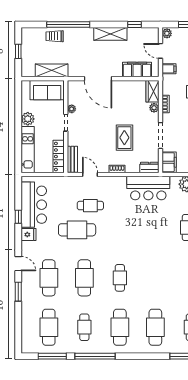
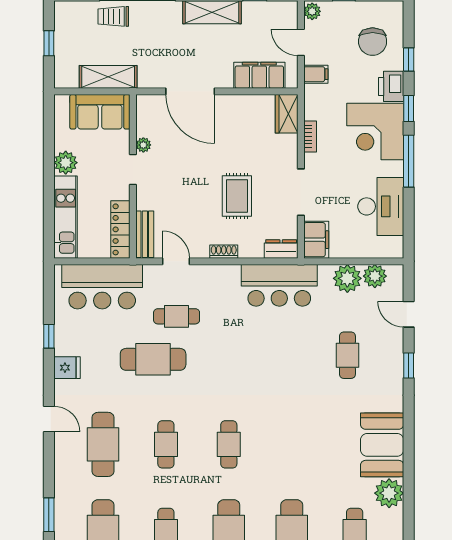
plant: (154, 108) -> (289, 143), removed
bar counter: (34, 205) -> (102, 287), moved, turned 90
cafe table: (84, 278) -> (166, 444), width x0.73, depth x0.74
window: (18, 292) -> (49, 515), moved

